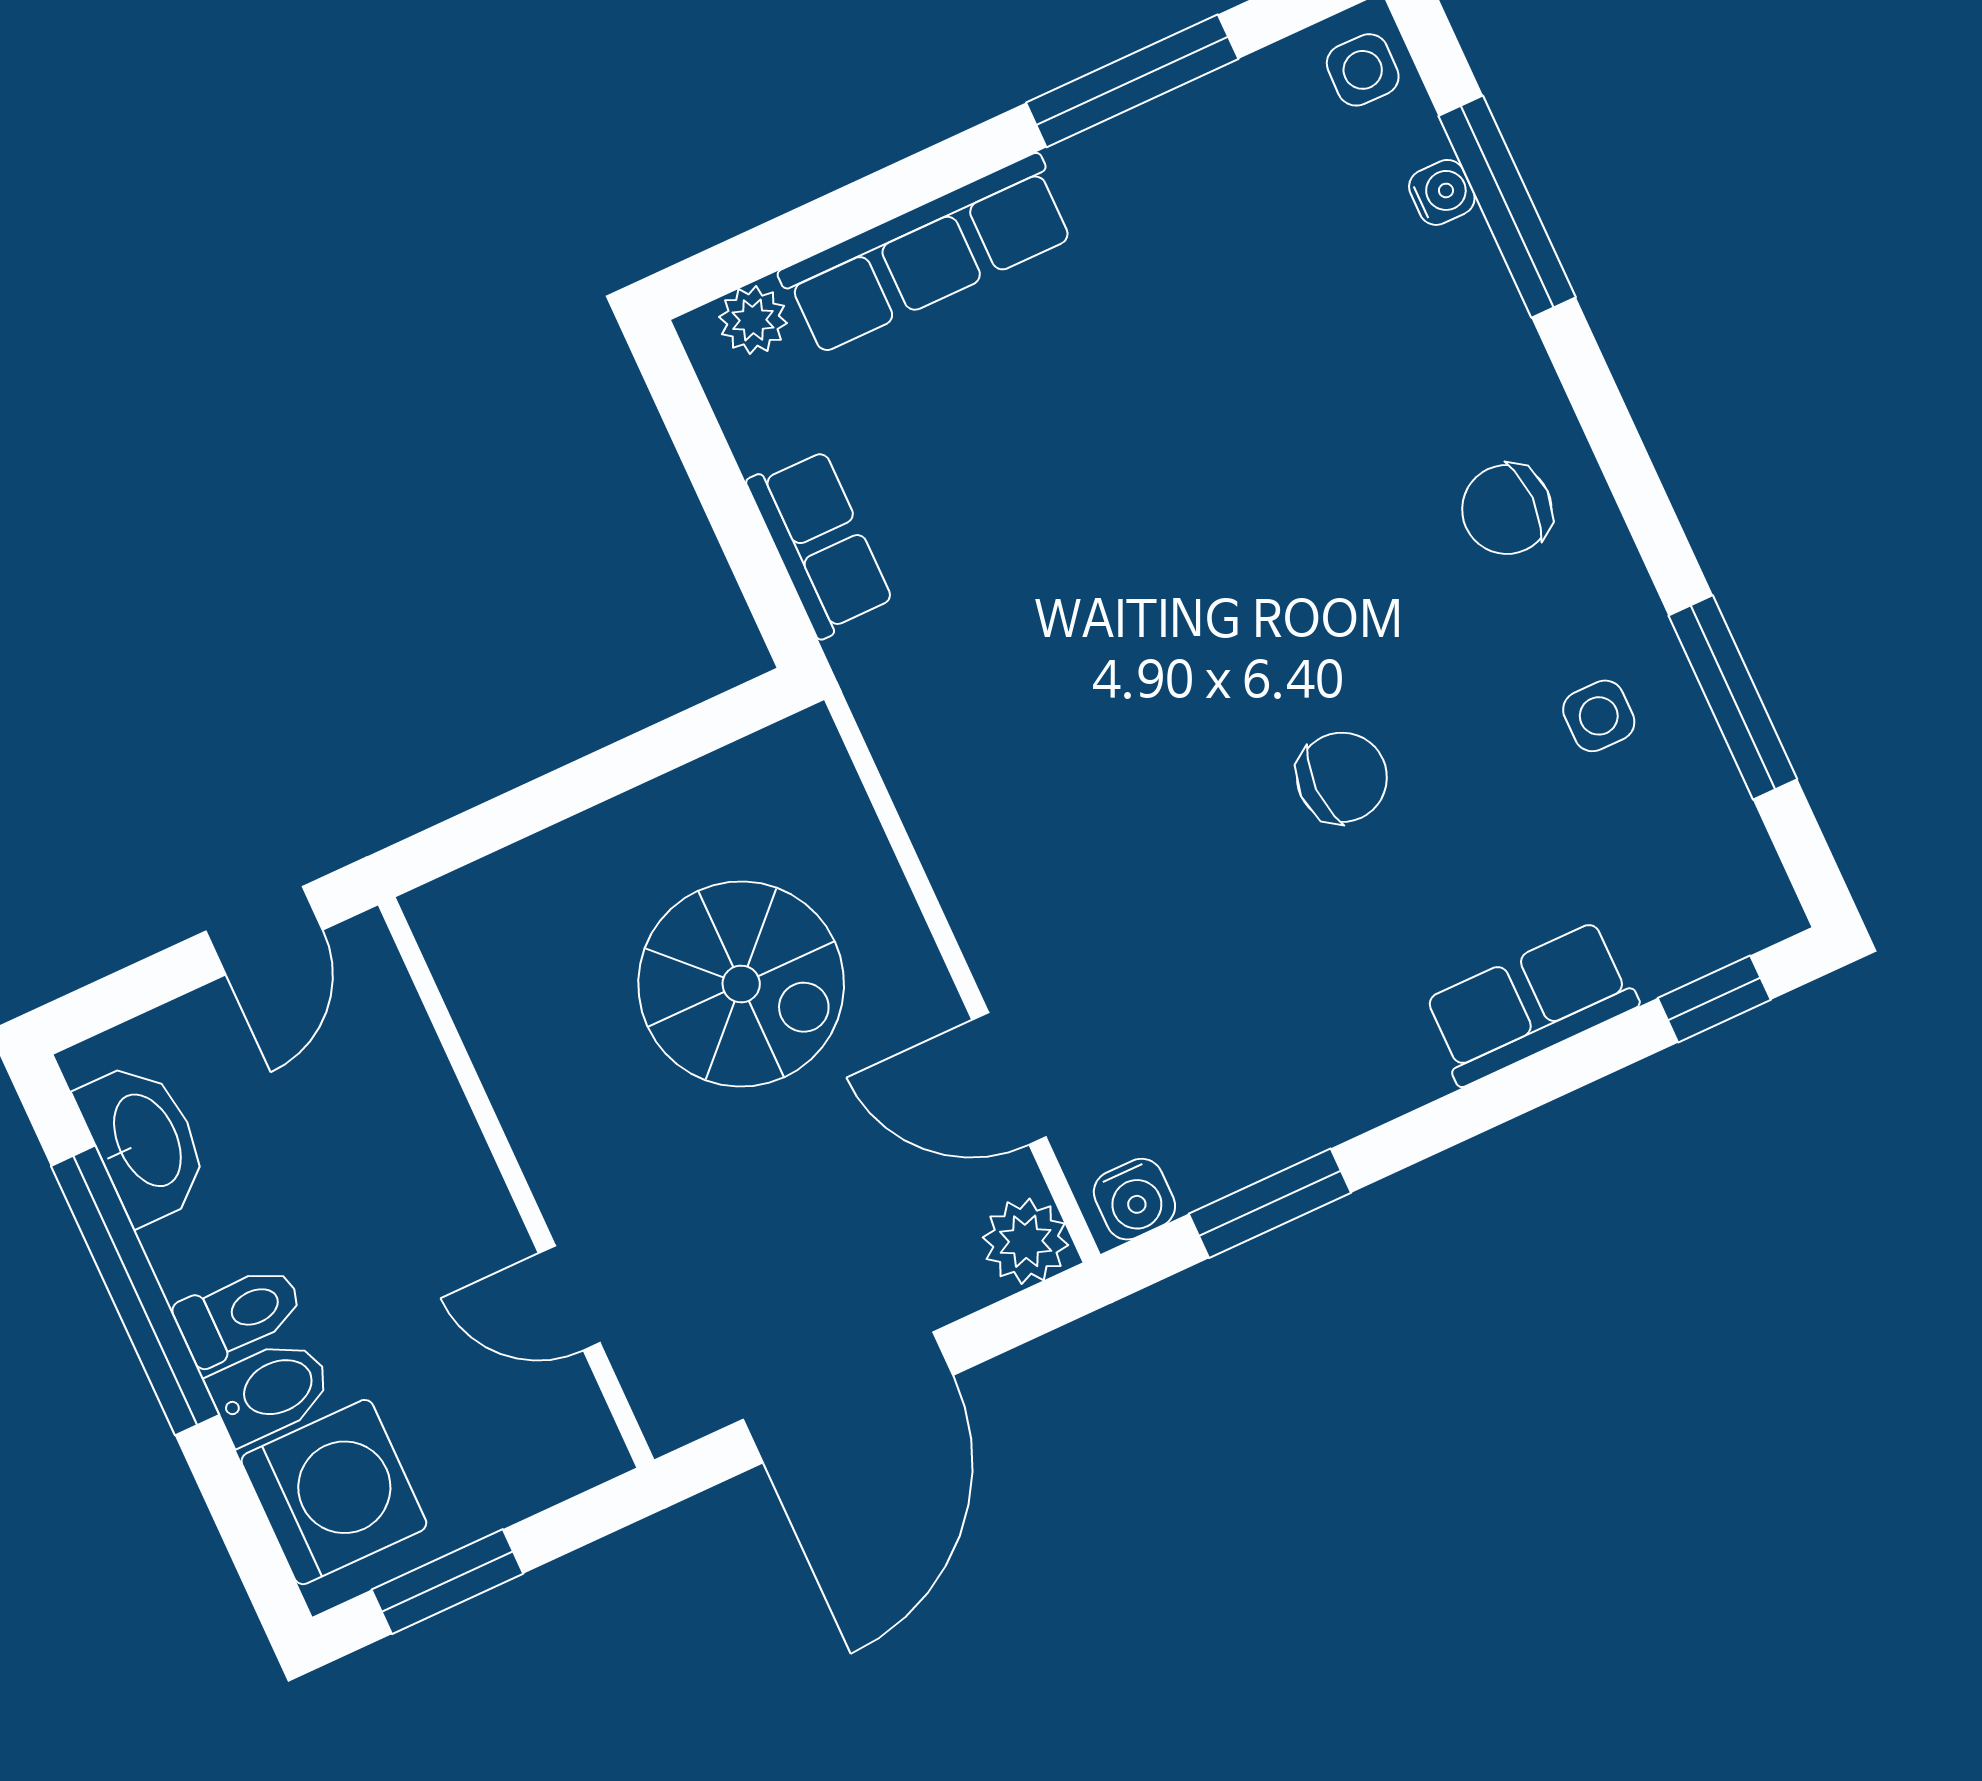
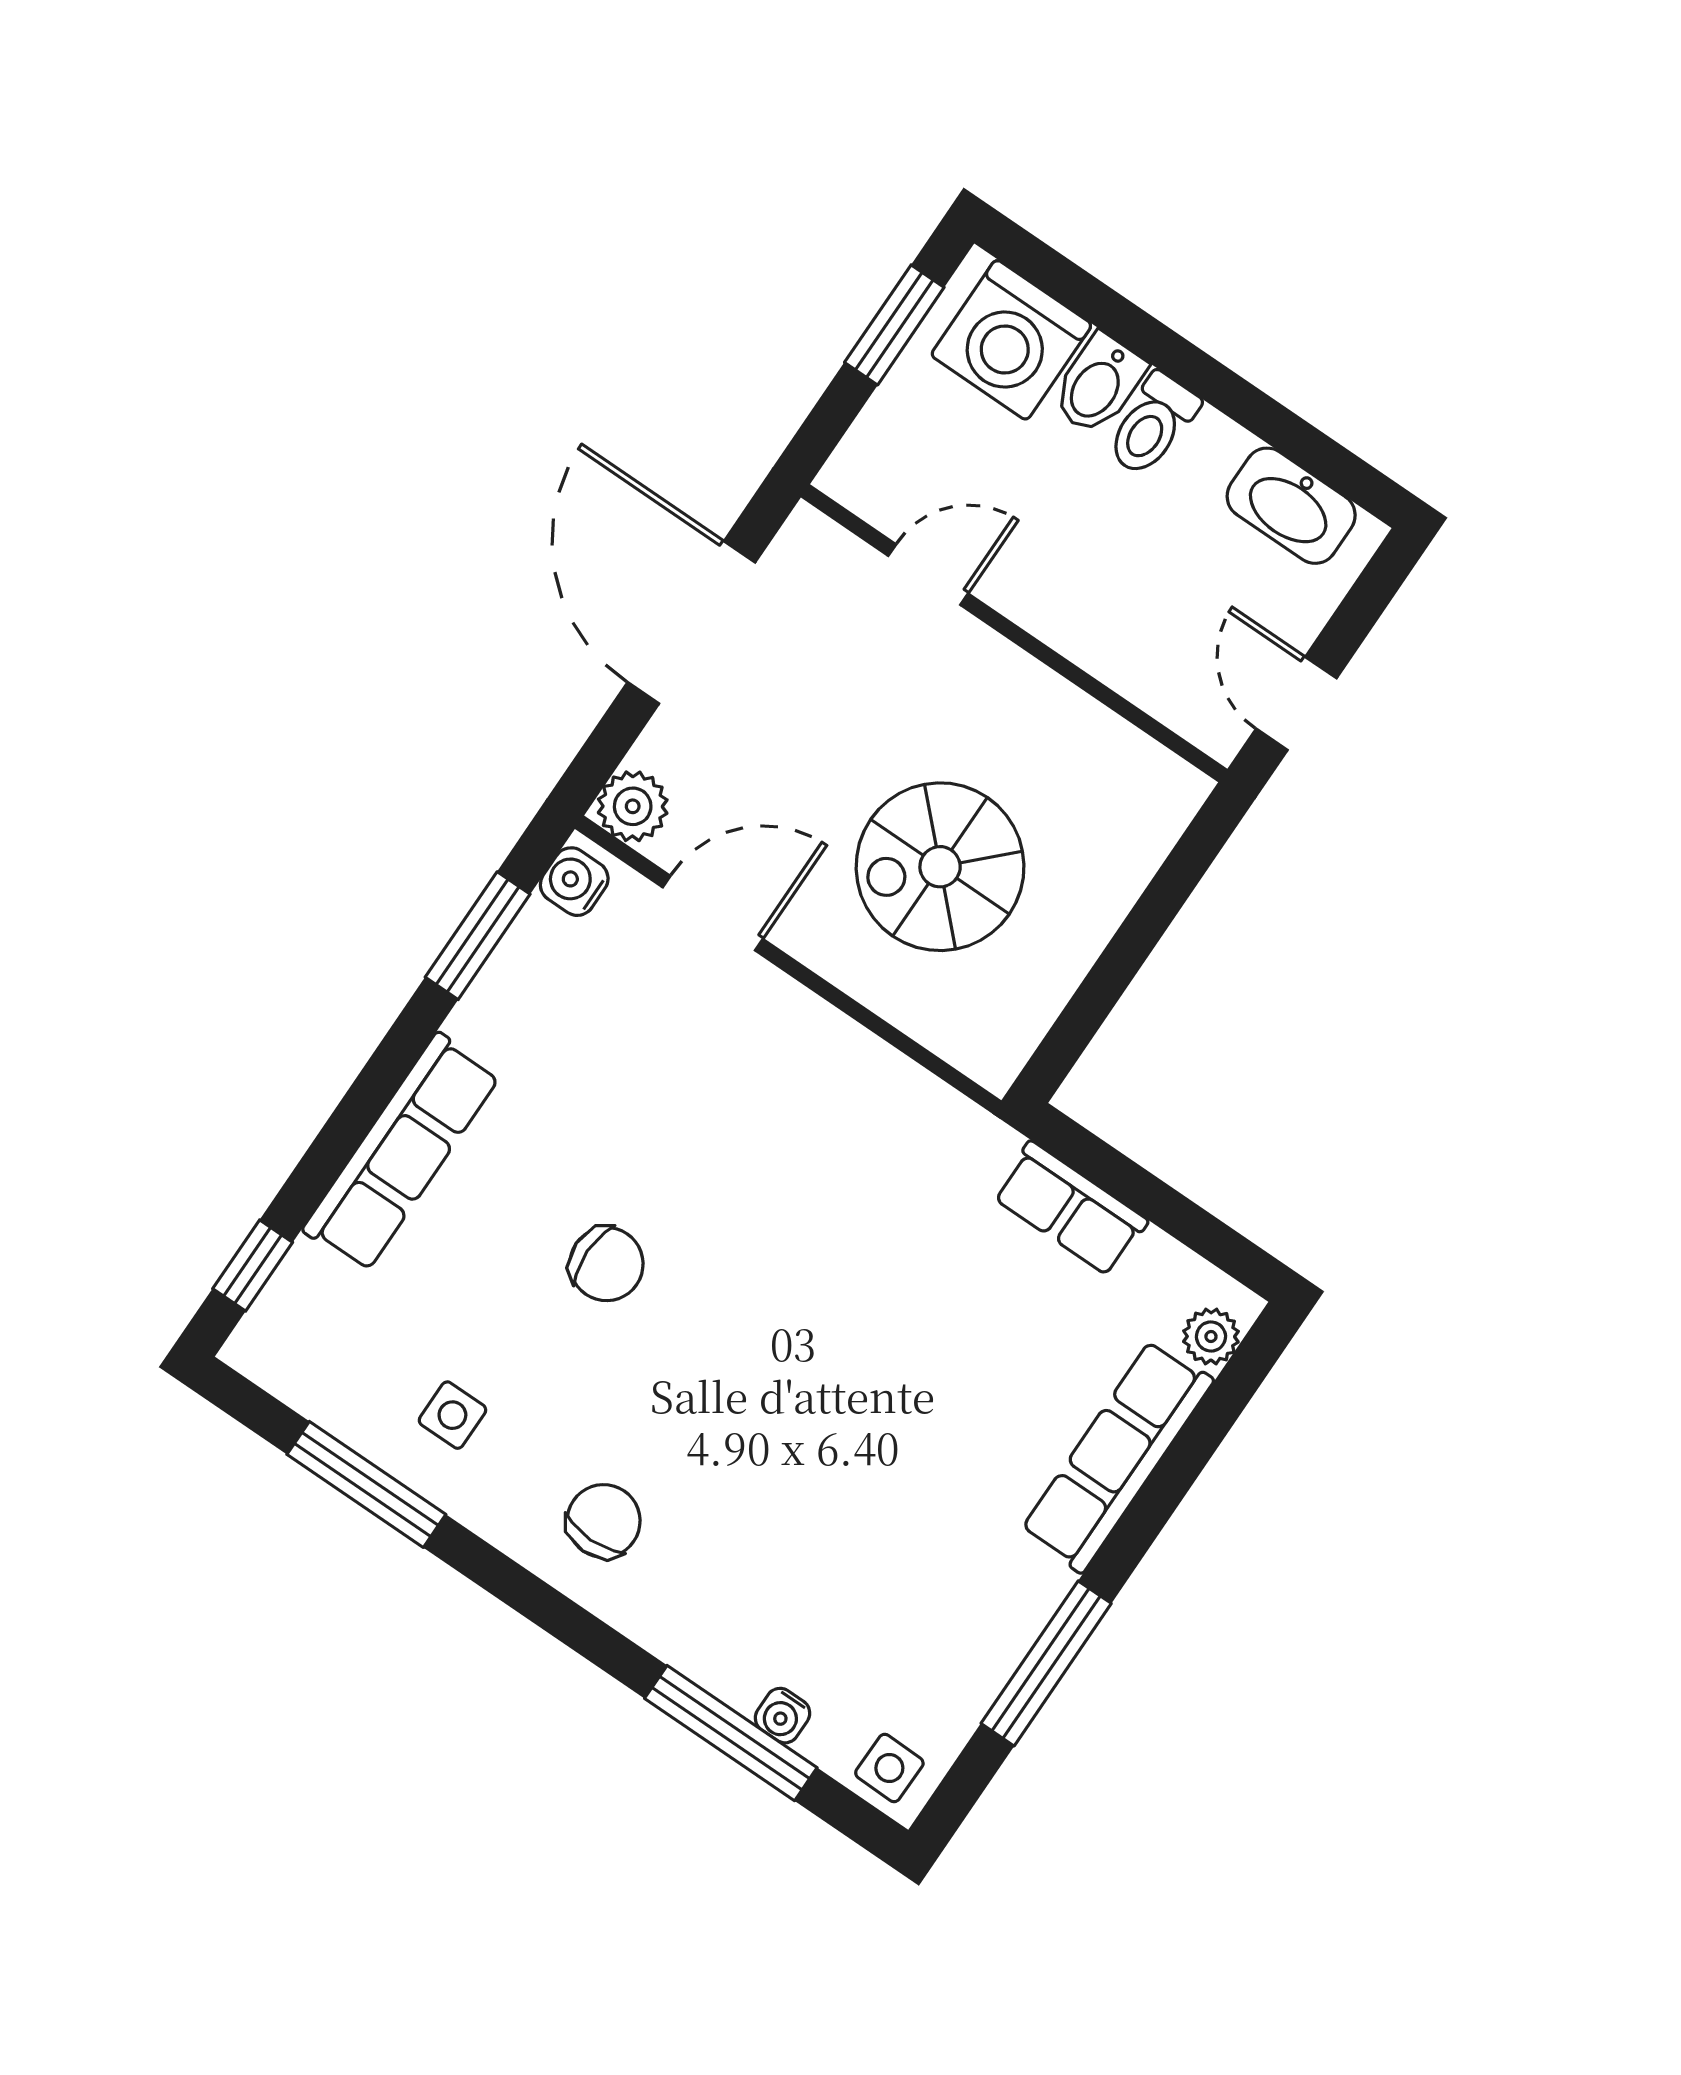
chair: (1342, 777) -> (606, 1264), turned -90
row of seats: (1530, 1004) -> (401, 1153), width x1.48
window: (135, 1290) -> (1235, 397), removed

